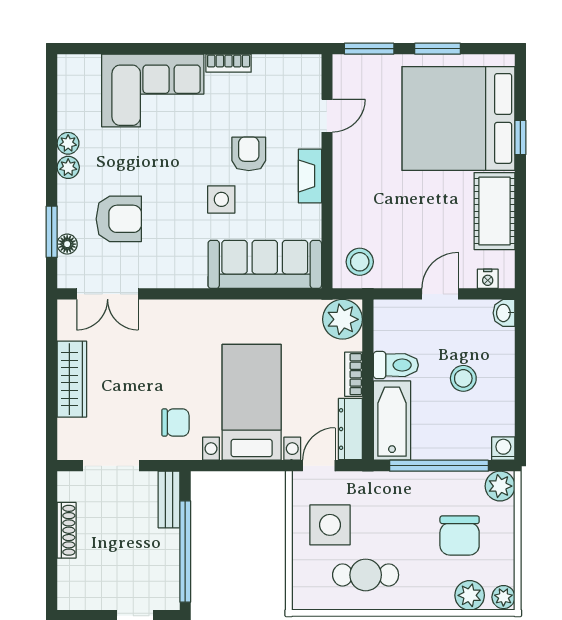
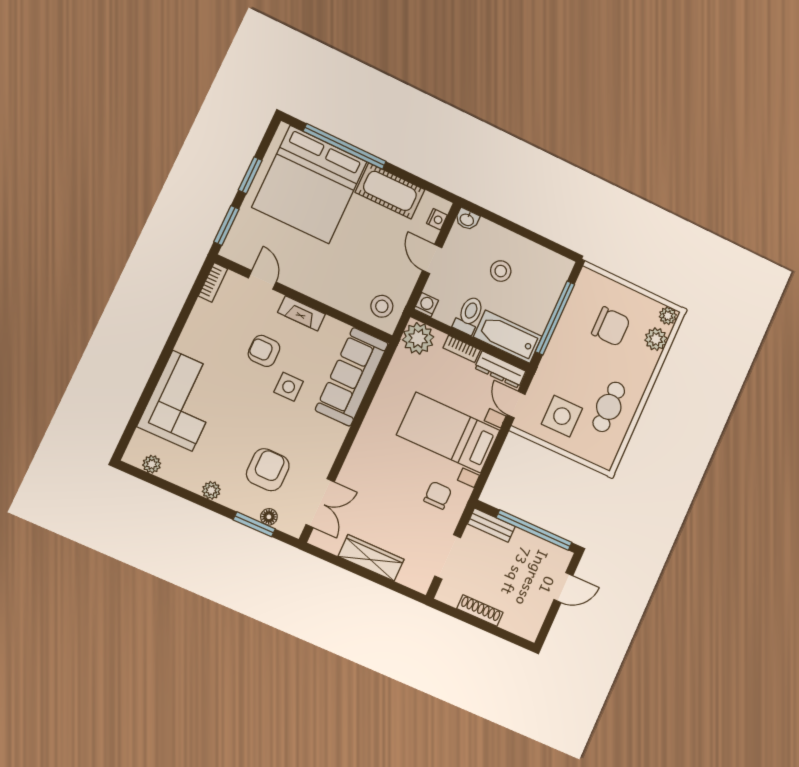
bookcase: (229, 63) -> (213, 282), moved
window: (520, 137) -> (345, 146), width x3.17
plant: (68, 143) -> (152, 464), moved
washing machine: (503, 449) -> (426, 305), moved, turned 90
plant: (500, 486) -> (589, 281), removed

